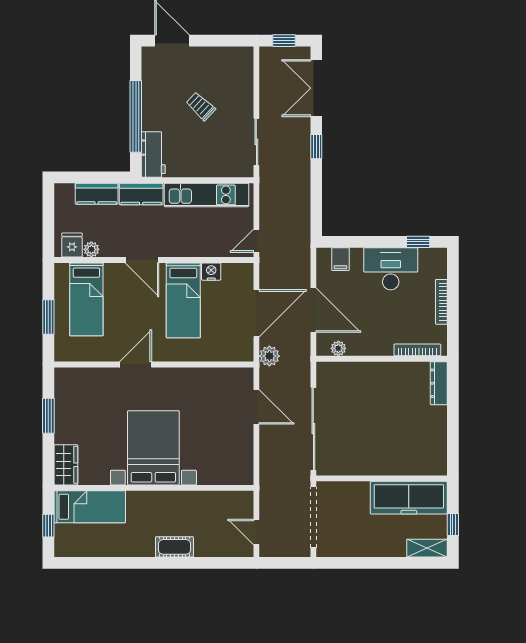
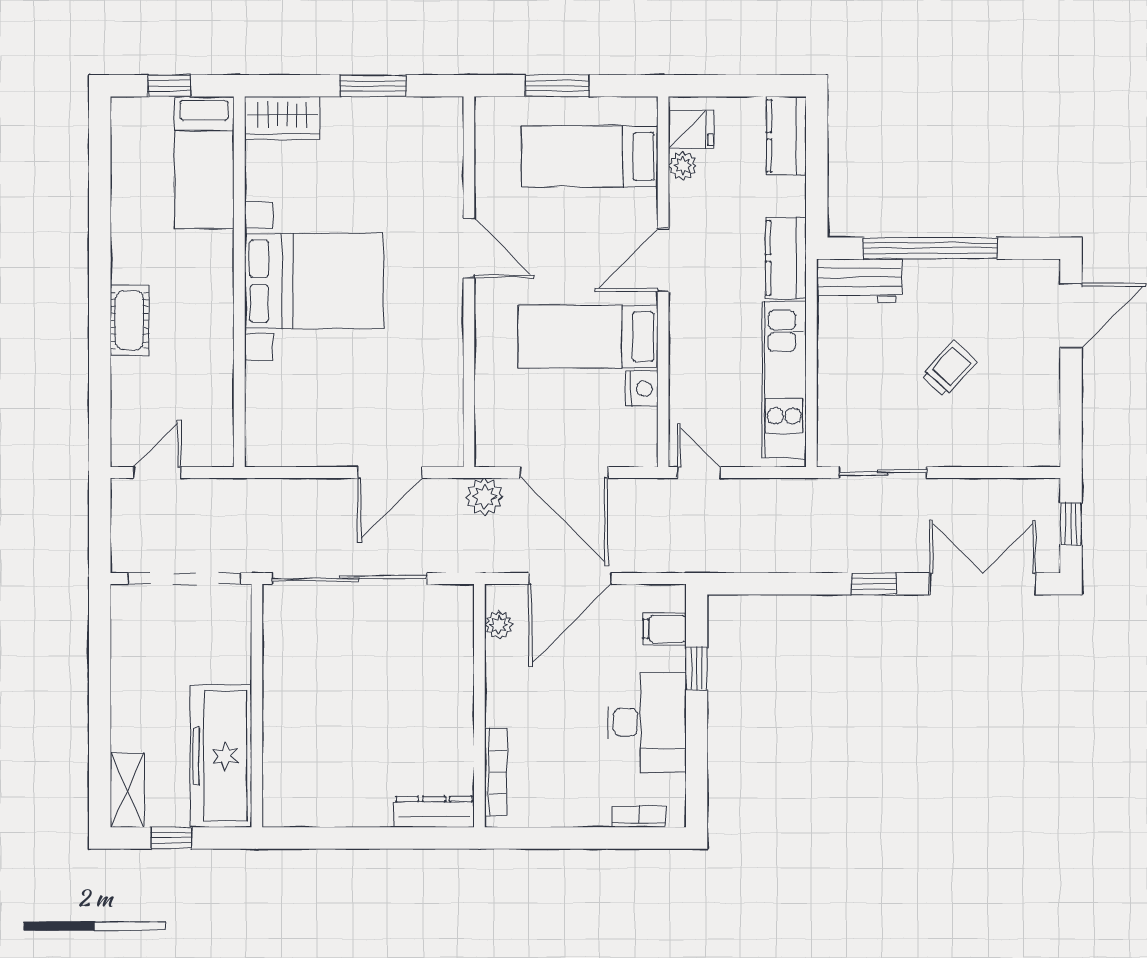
kitchen counter: (97, 194) -> (786, 136), moved
window: (418, 242) -> (697, 669), moved
bookcase: (441, 302) -> (639, 817), moved, width x0.64

